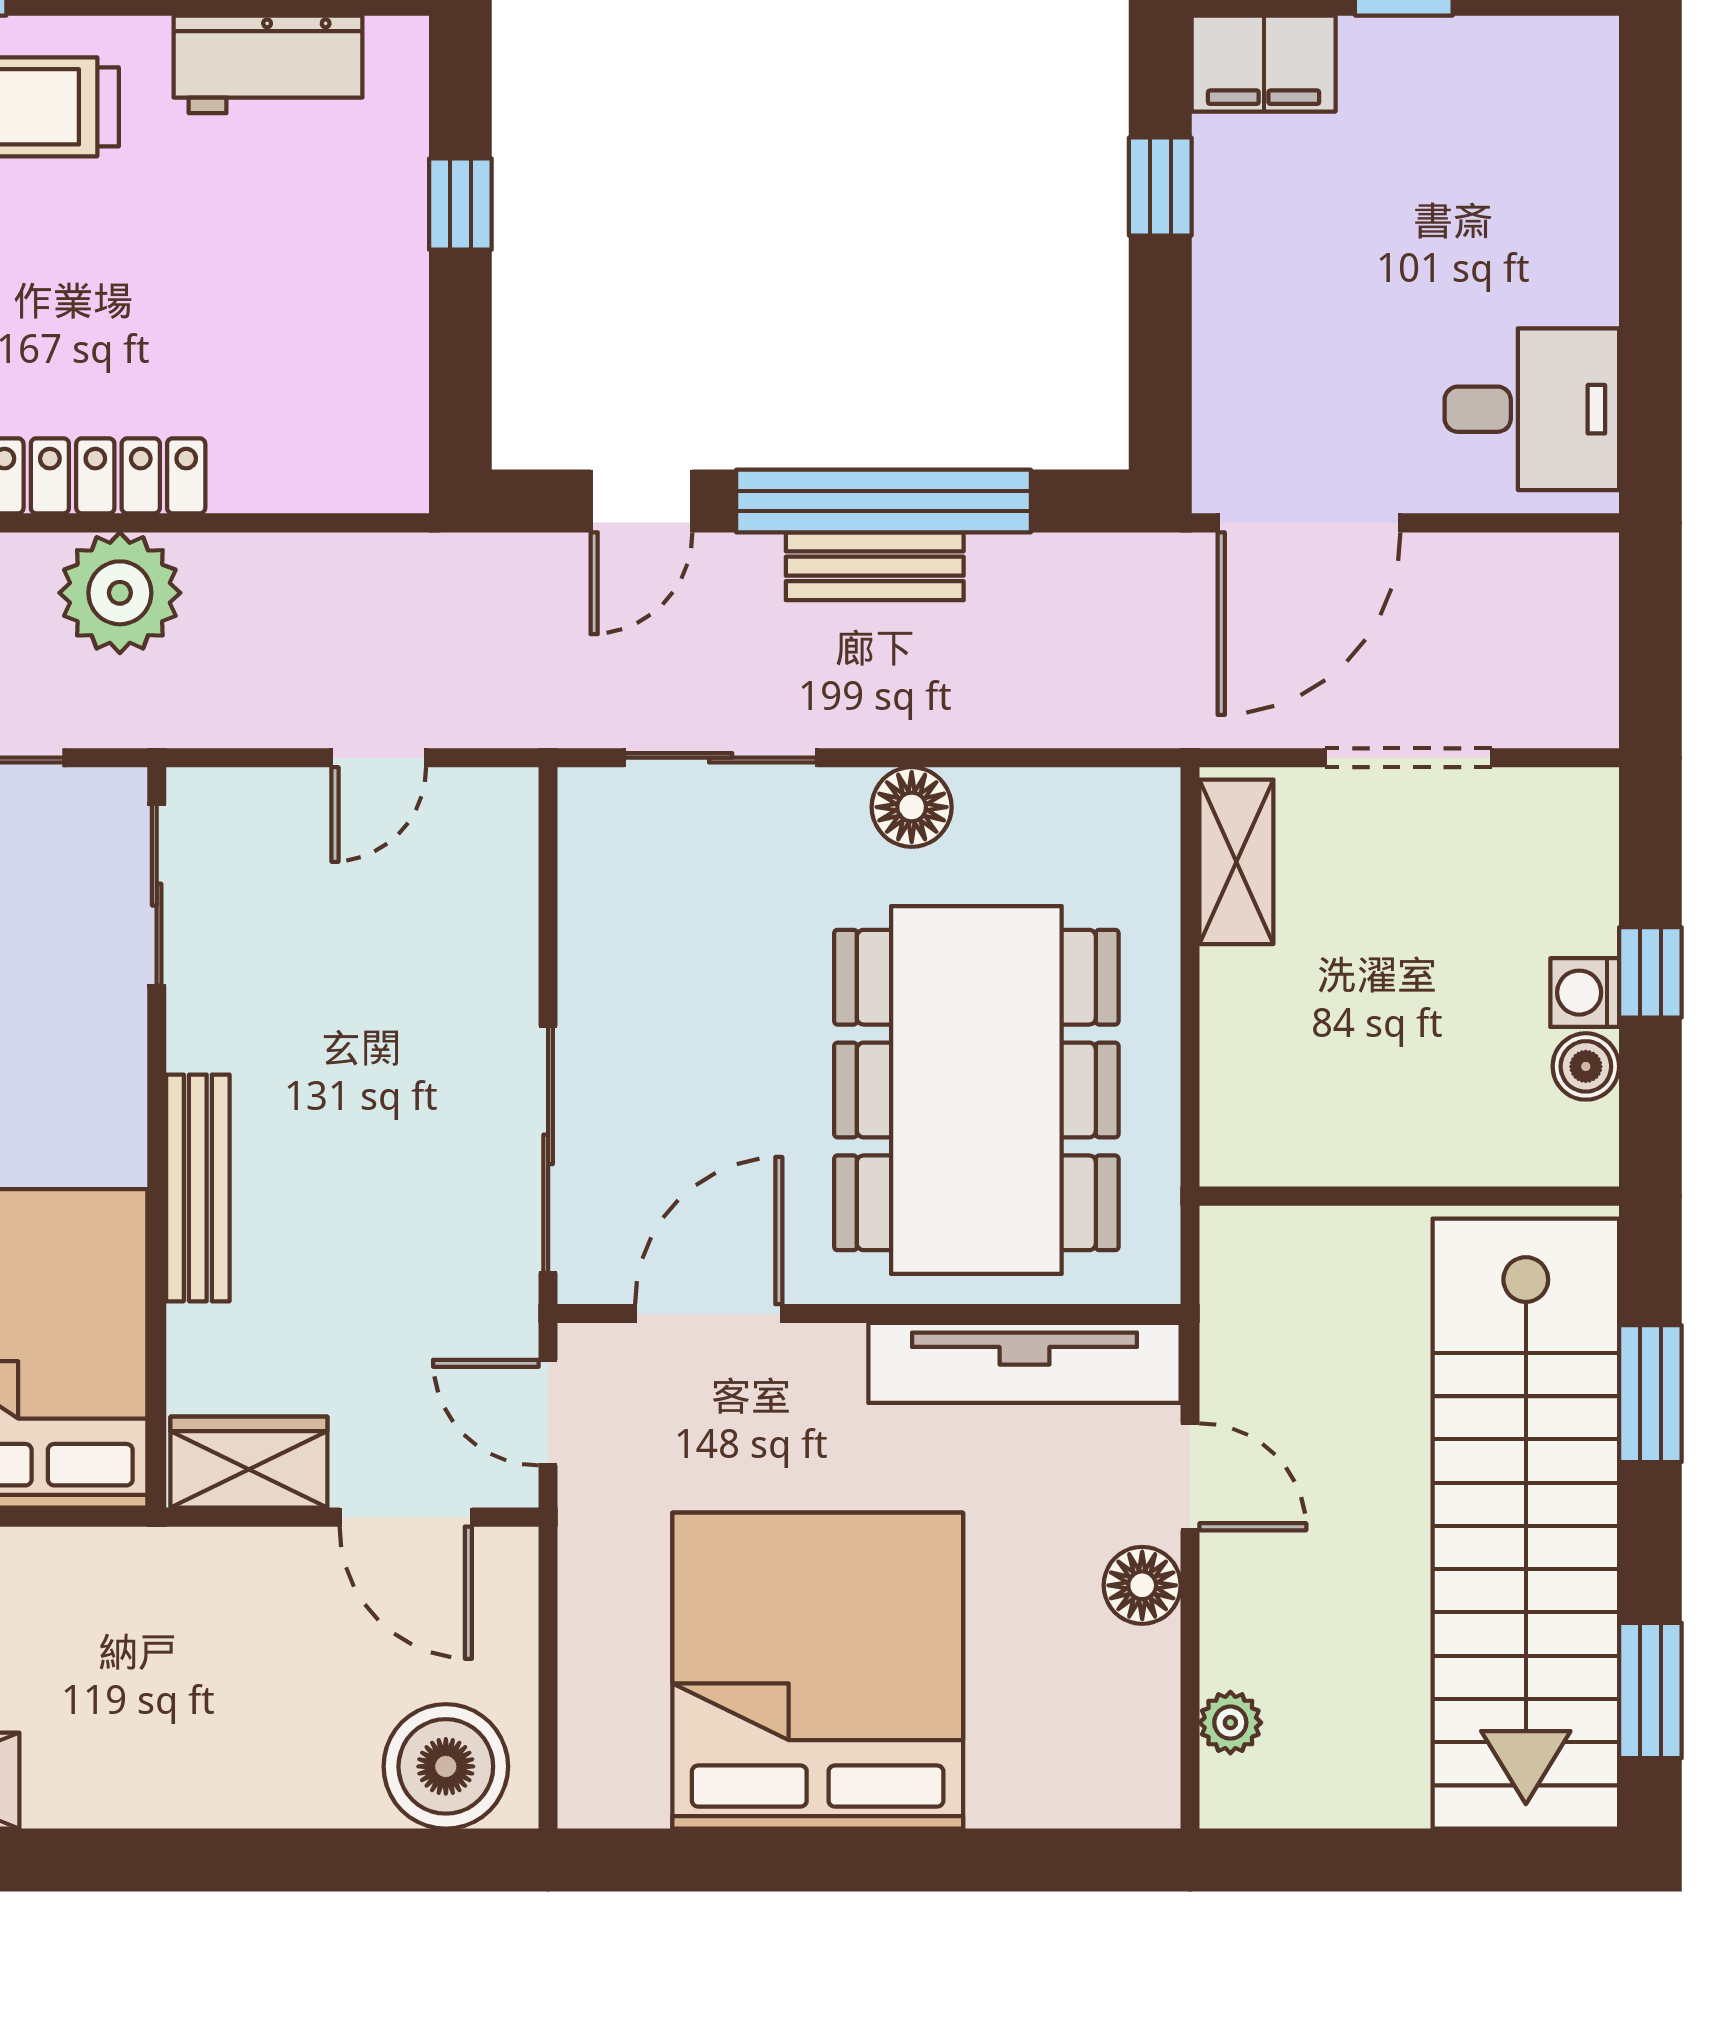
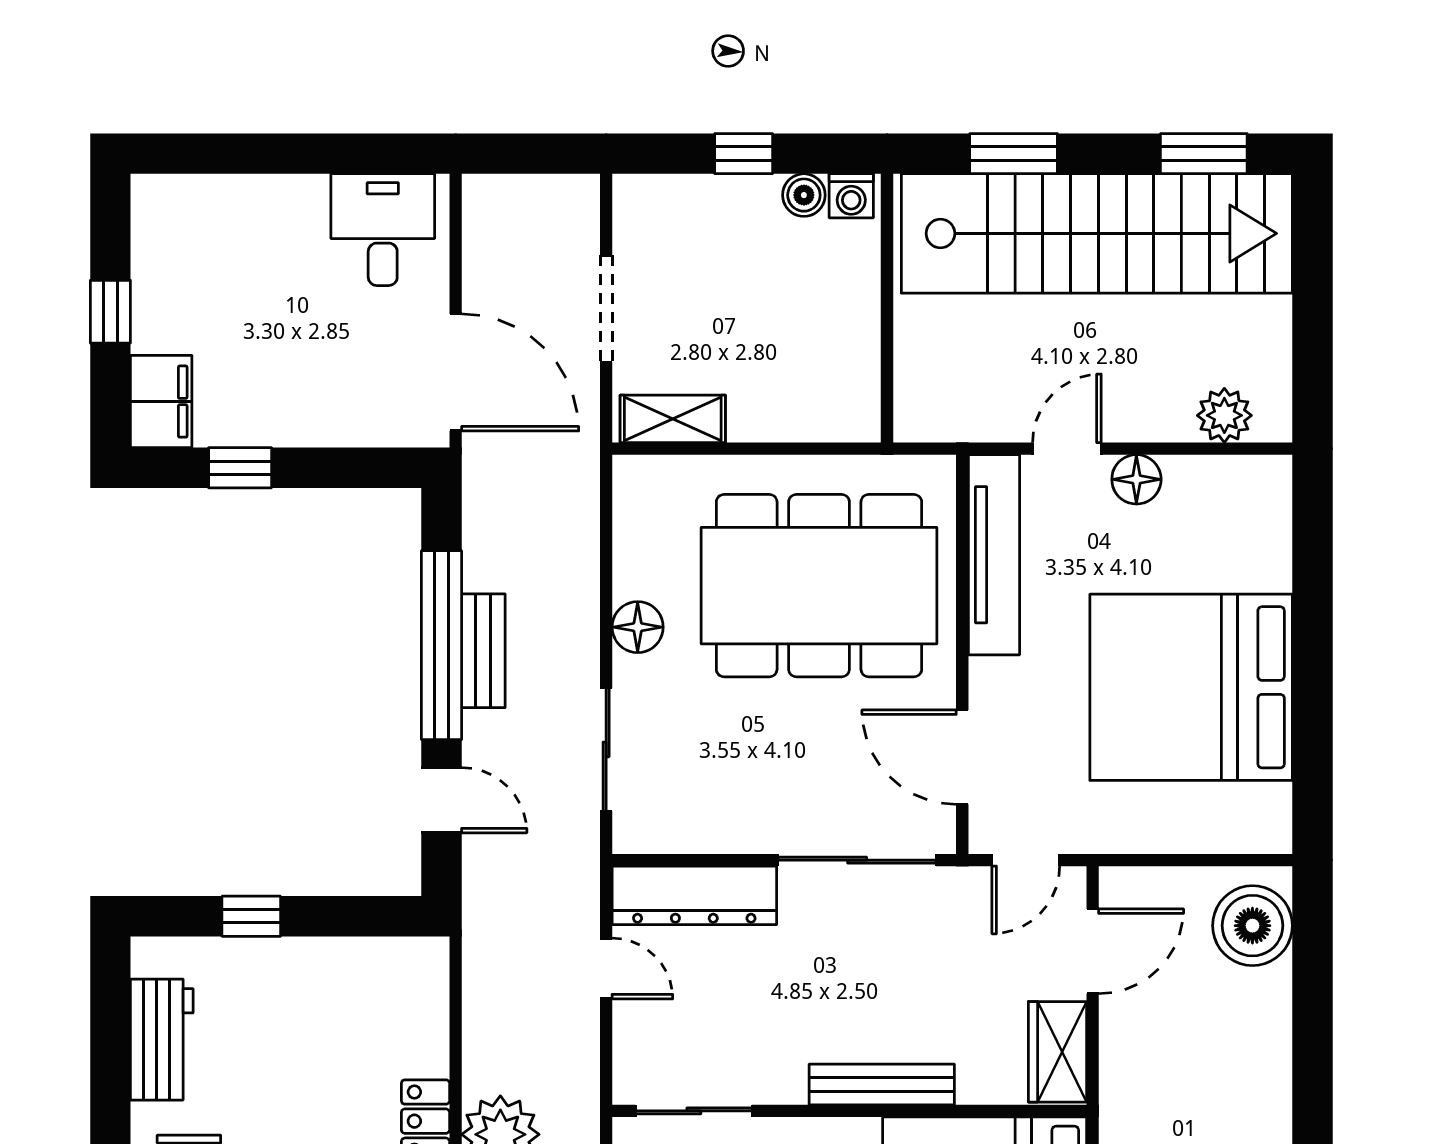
dresser: (493, 895) -> (694, 895), added
washing machine: (1585, 993) -> (851, 196), moved
plant: (1230, 1723) -> (1224, 415), width x1.38, depth x1.38

